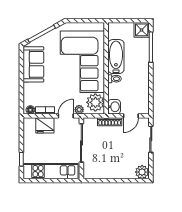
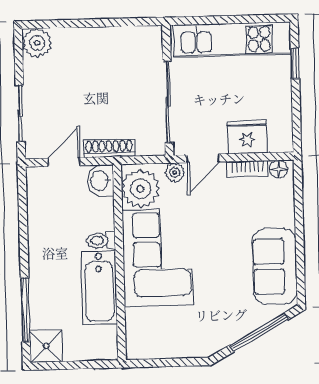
corner sofa: (82, 62) -> (158, 258), width x0.73, depth x0.74

